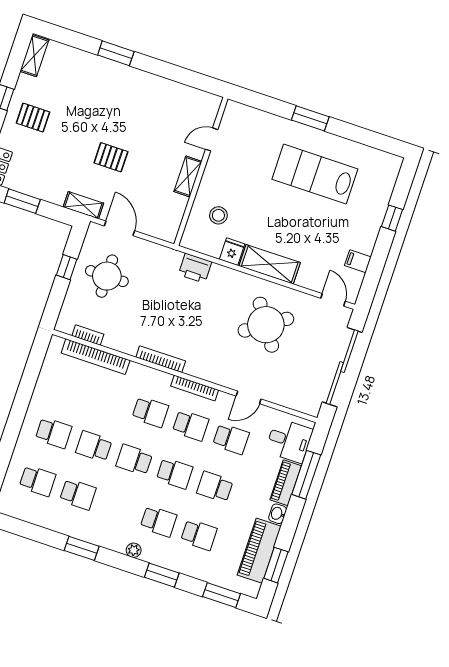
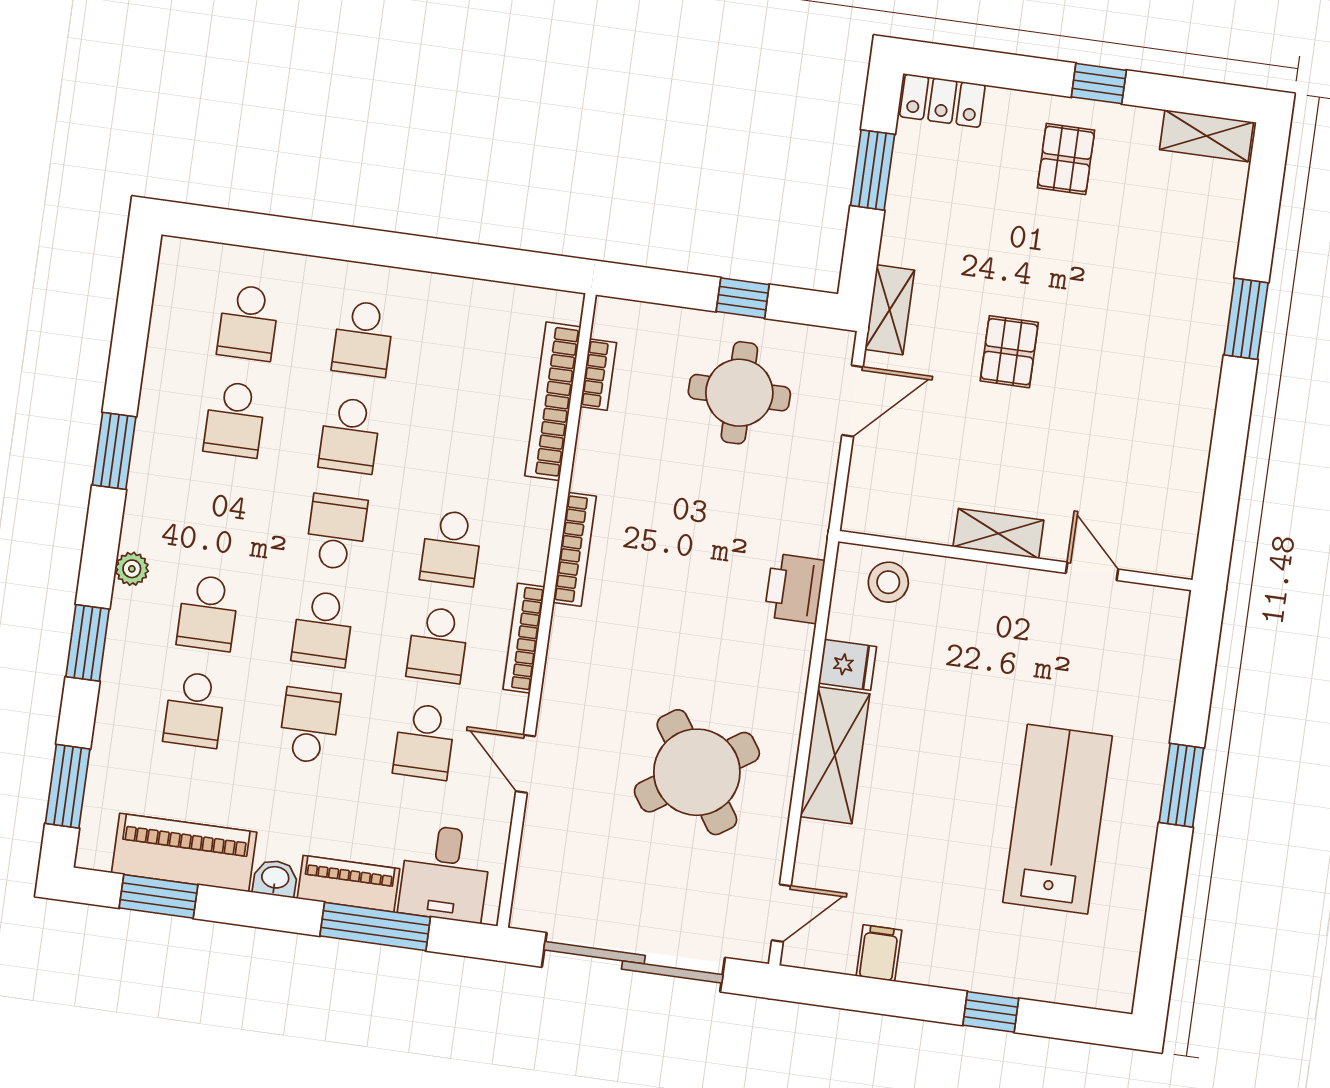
stool: (218, 215) -> (888, 582), moved
school desk: (94, 446) -> (350, 435), turned 180

